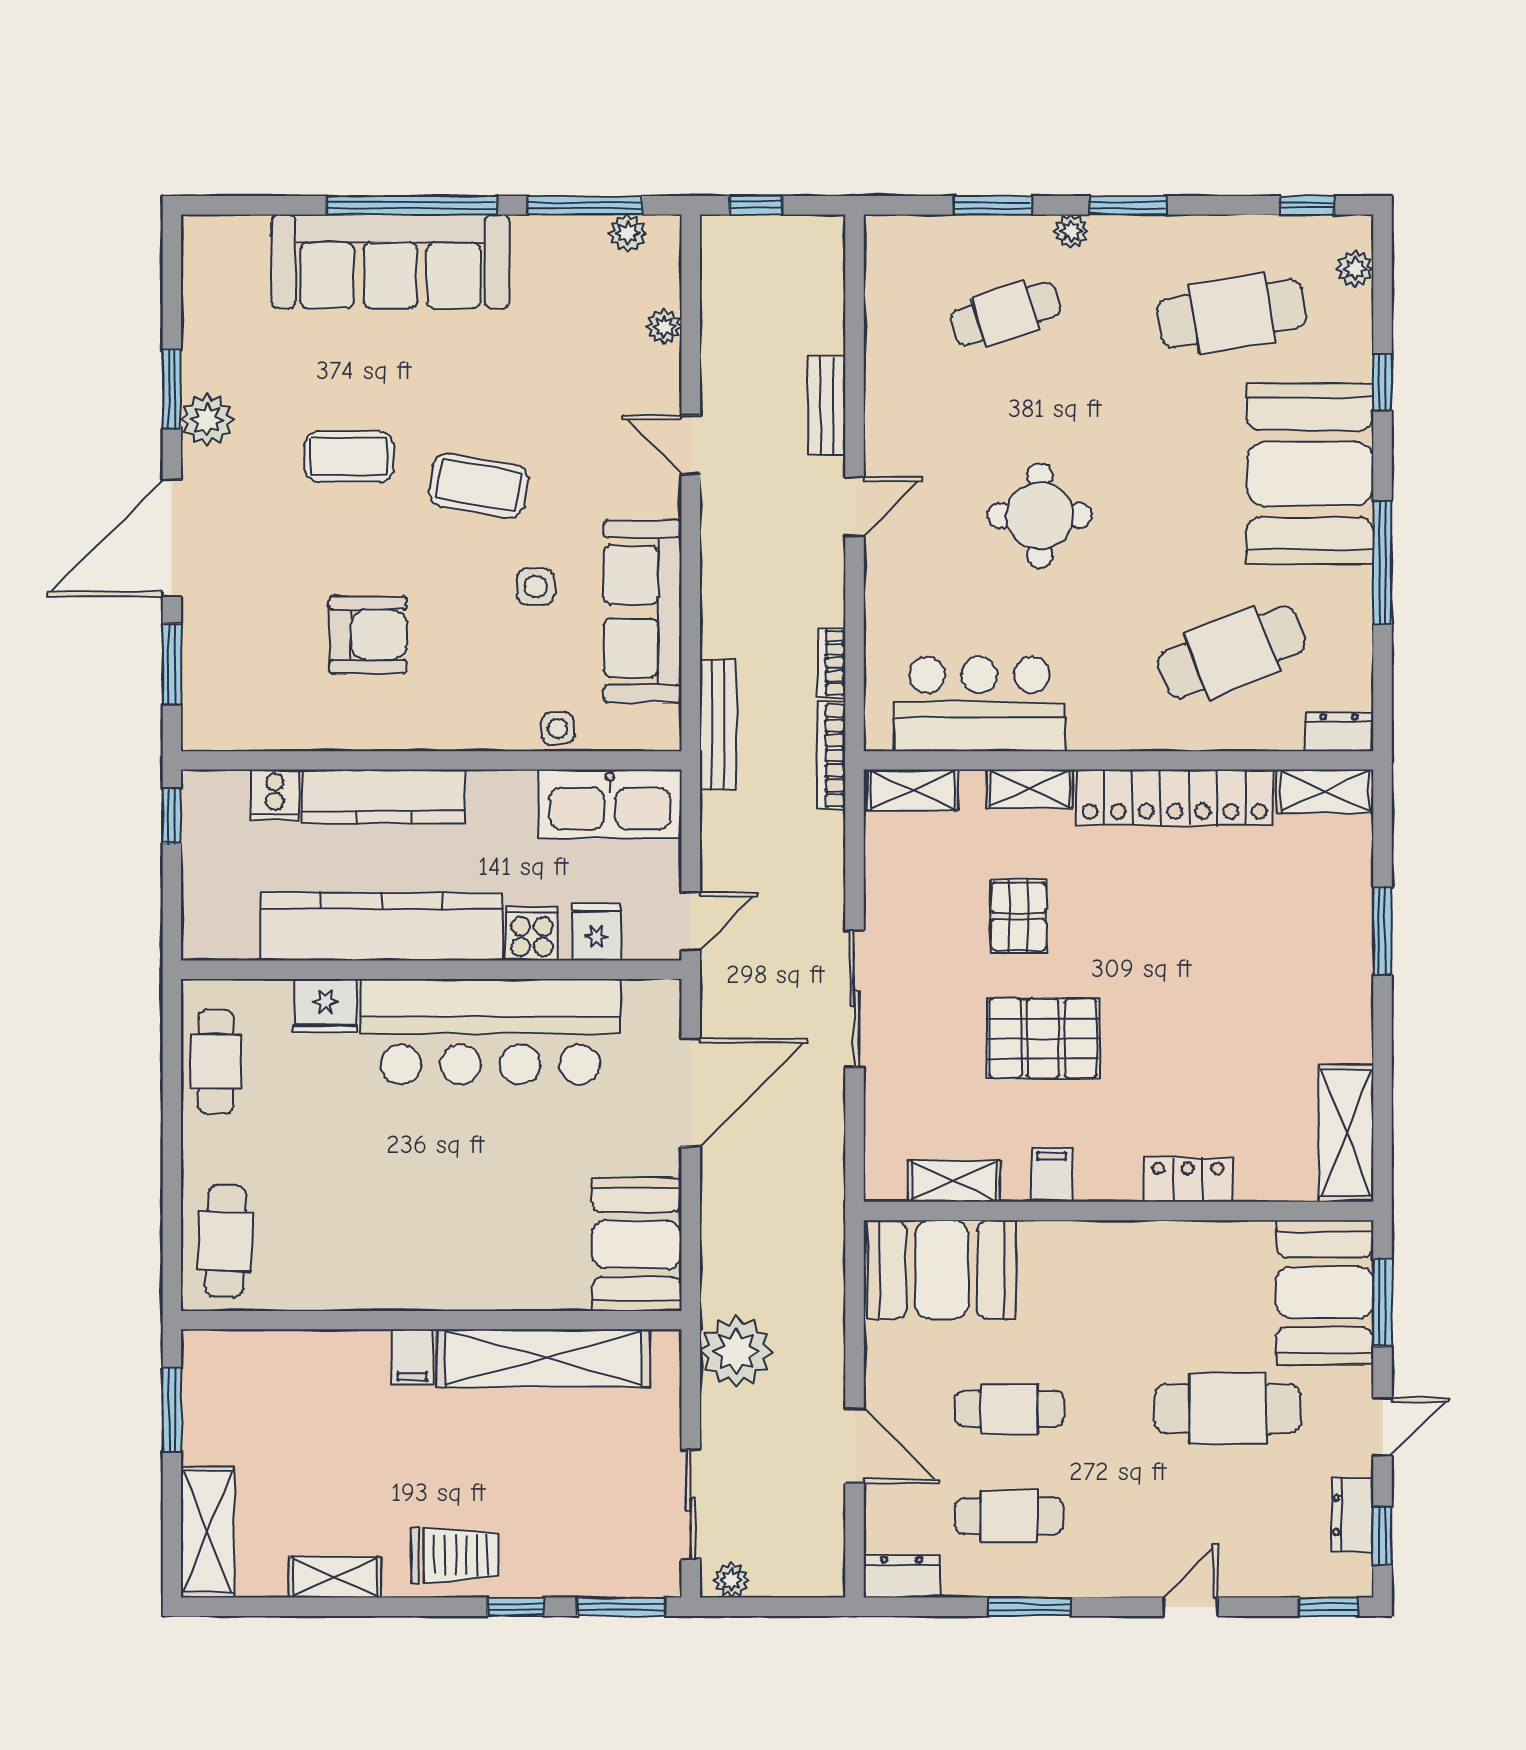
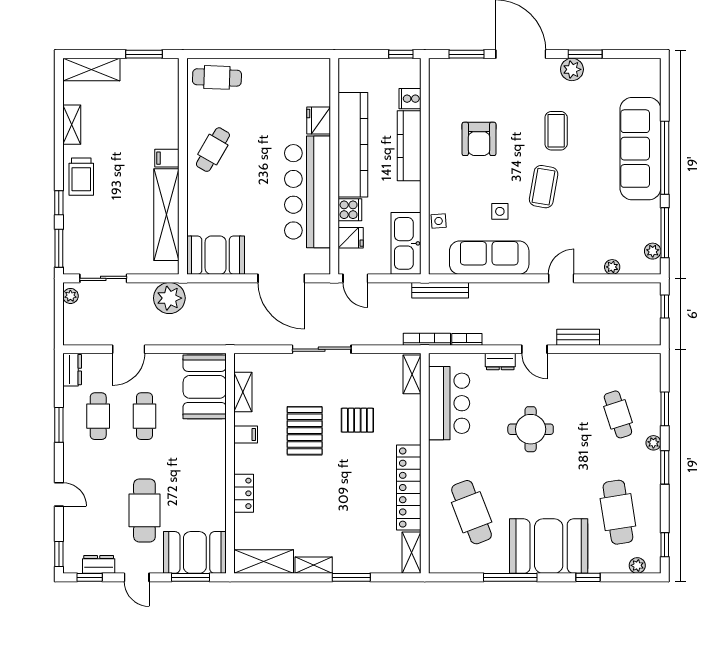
dresser: (1339, 732) -> (500, 361), moved, turned 90
shelving: (1029, 789) -> (314, 565), moved, turned 90
cafe table: (216, 1062) -> (213, 150), moved, turned -60

